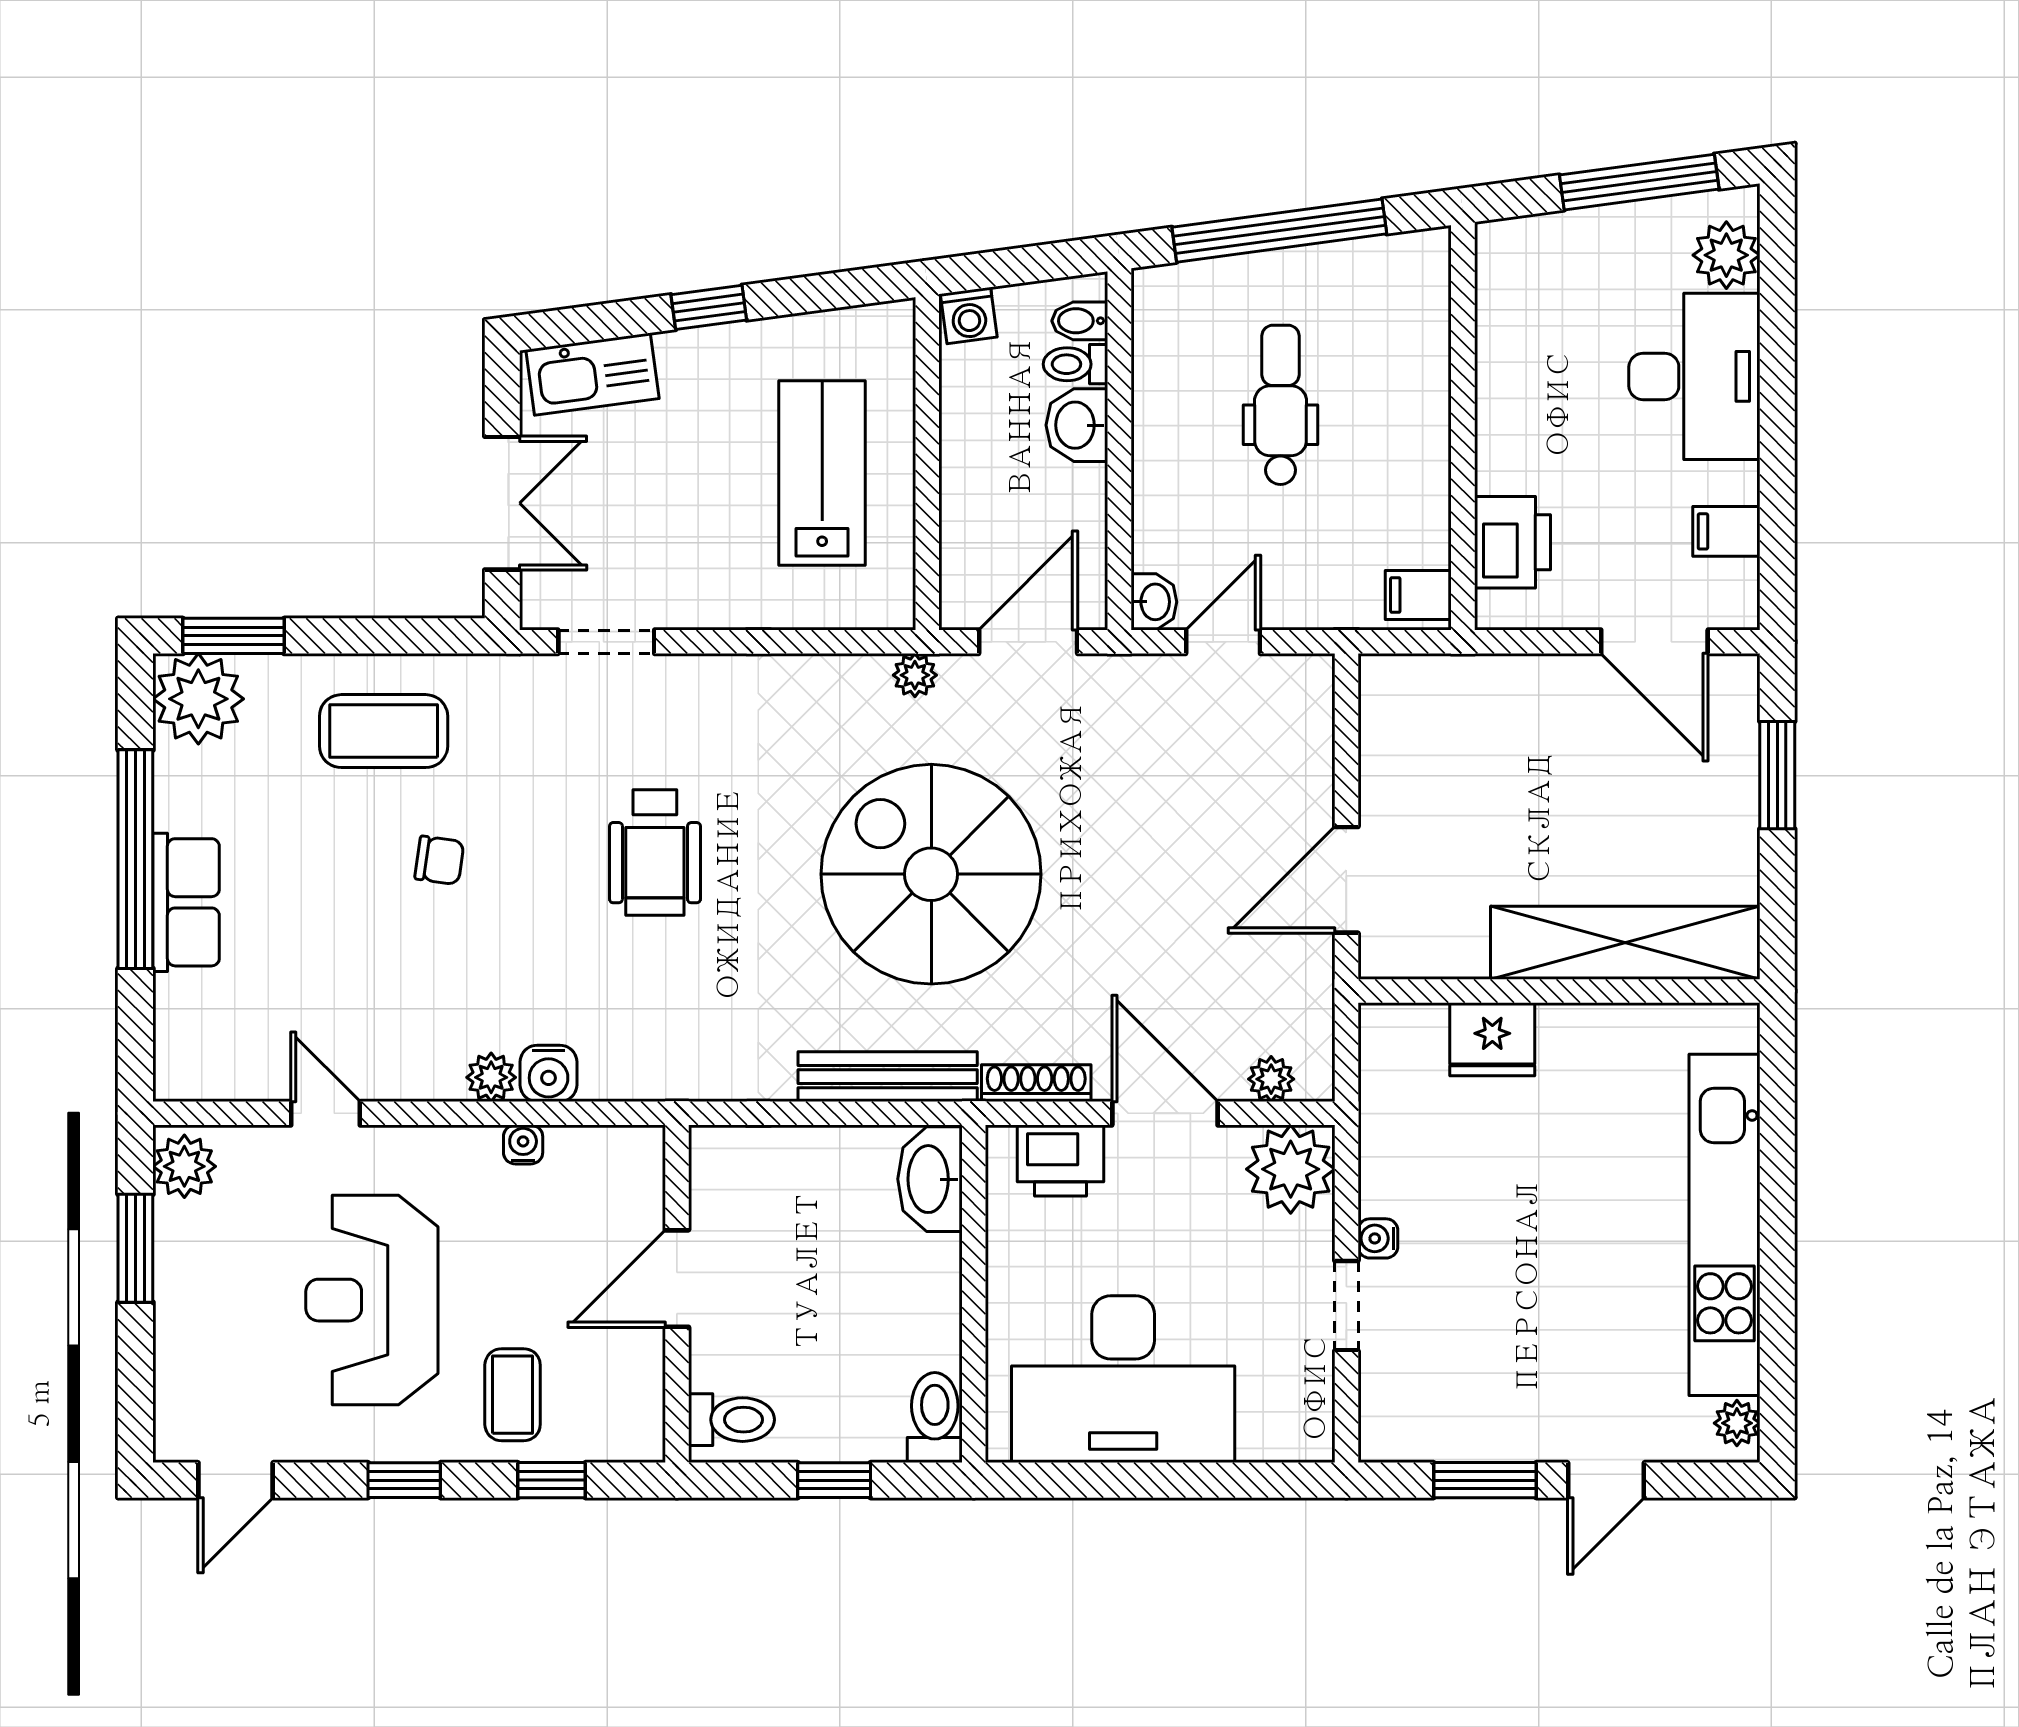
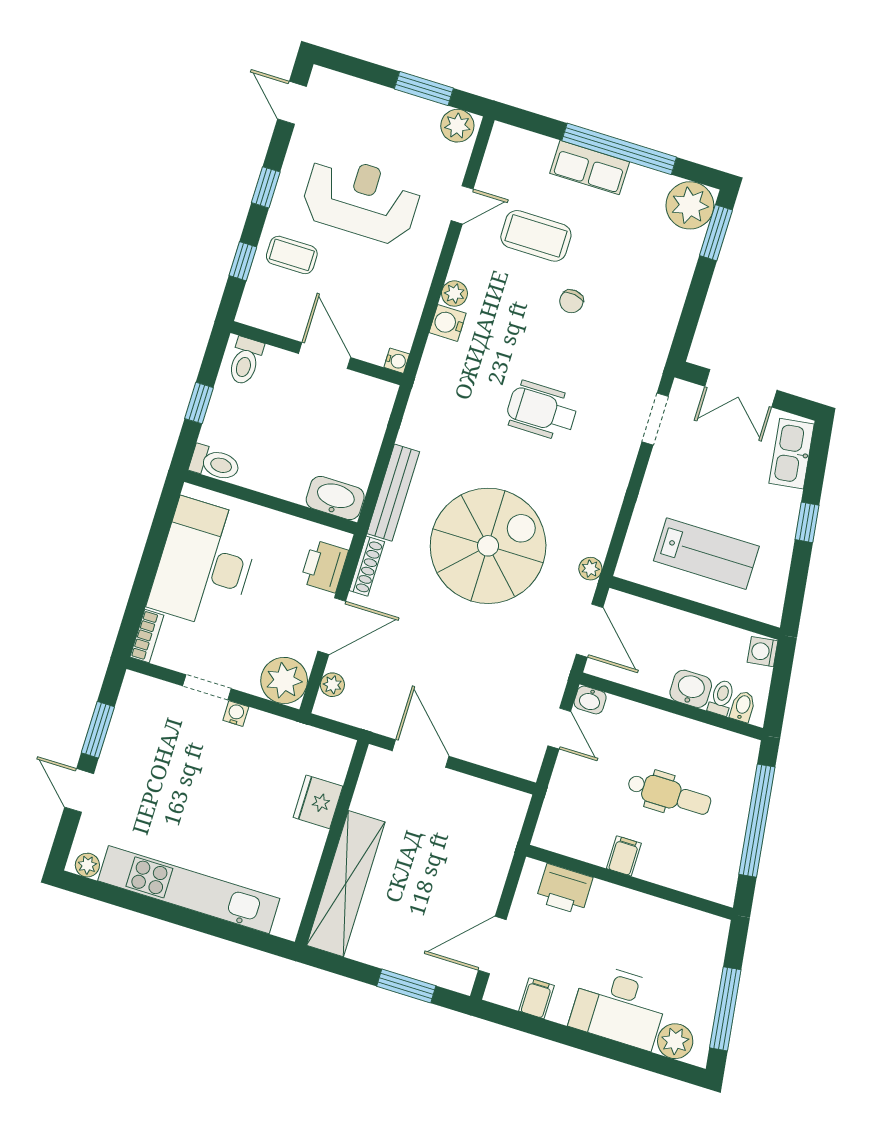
filing cabinet: (1418, 595) -> (624, 856), moved
coffee table: (384, 731) -> (536, 236), moved, turned 90
water cooler: (523, 1145) -> (397, 361), moved
bookcase: (1287, 1444) -> (147, 636), added

